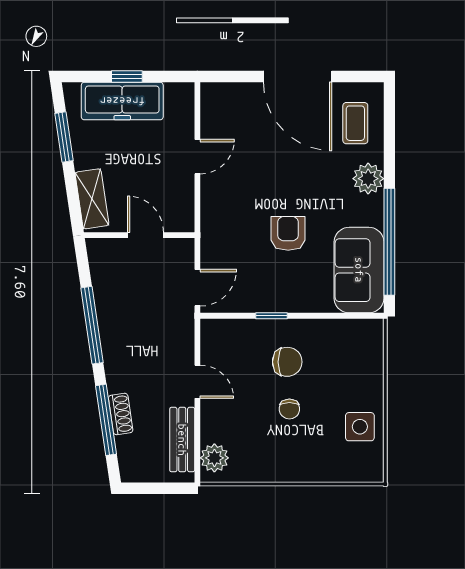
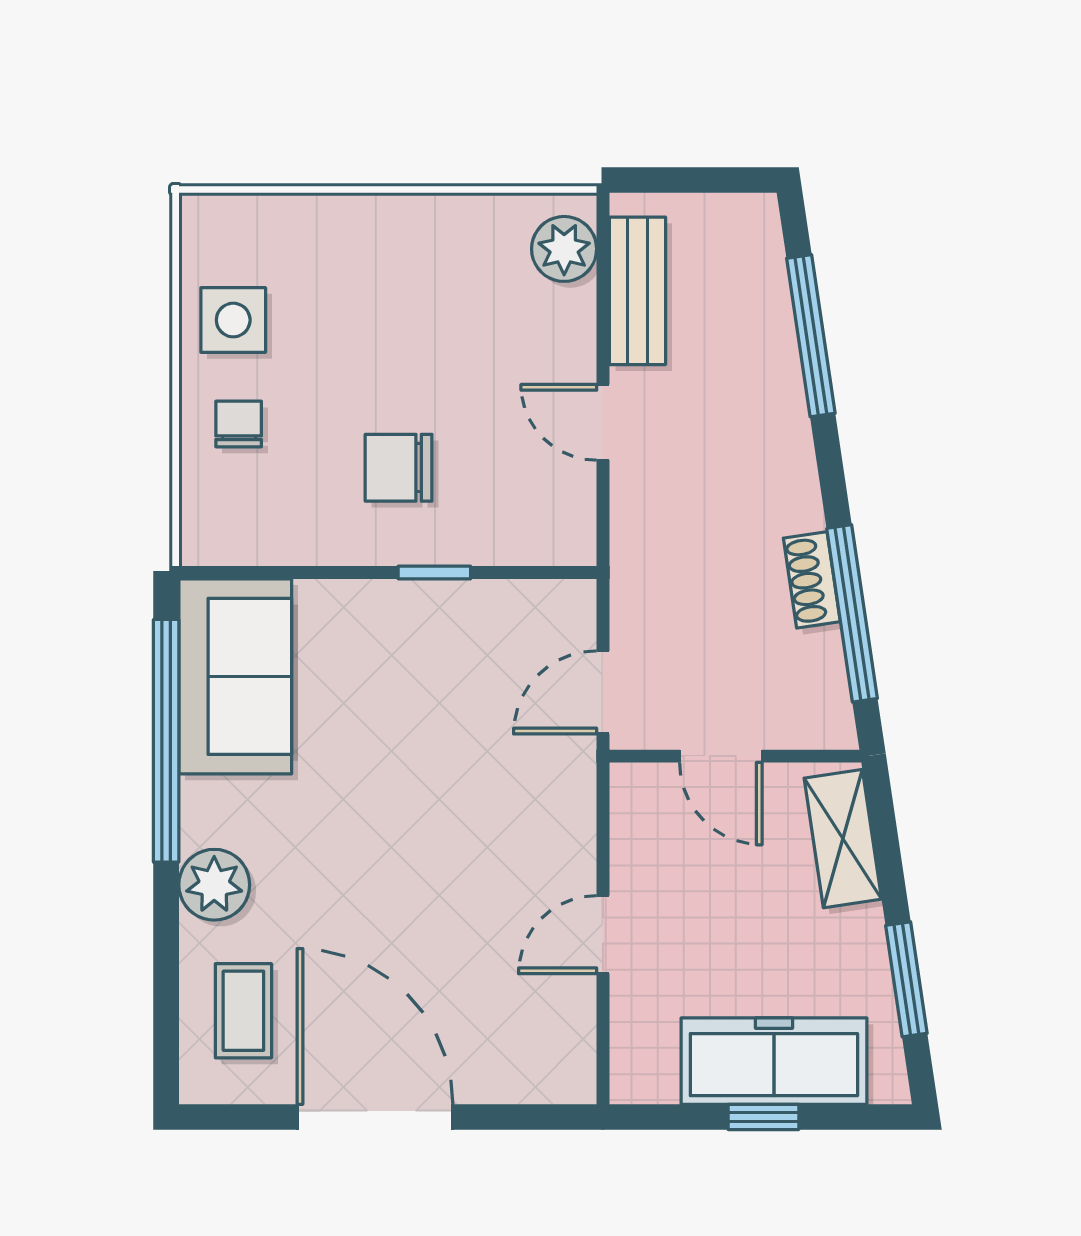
armchair: (288, 233) -> (397, 760), removed
door: (197, 288) -> (603, 692), moved
window: (92, 325) -> (852, 613), moved
chair: (289, 409) -> (239, 424), moved
shoe rack: (121, 414) -> (812, 580), moved

